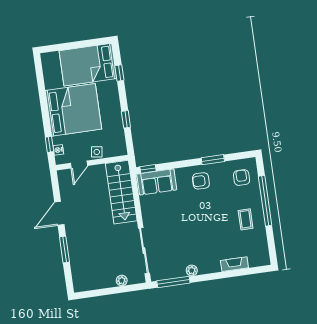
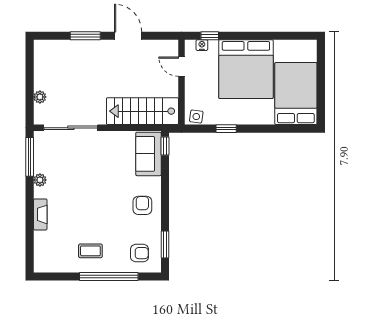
window: (119, 73) -> (281, 129), removed
side table: (97, 152) -> (196, 117), moved
window: (213, 160) -> (165, 244), moved
fireplace: (234, 264) -> (40, 214), moved

